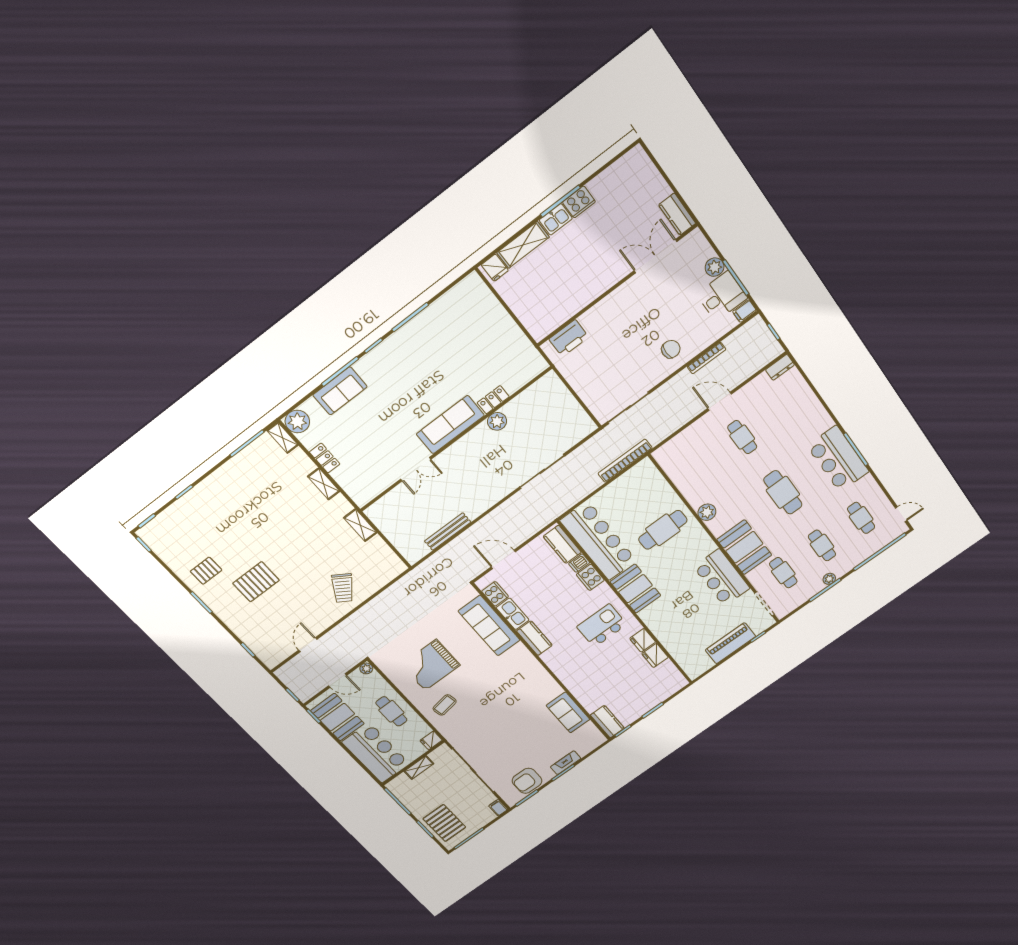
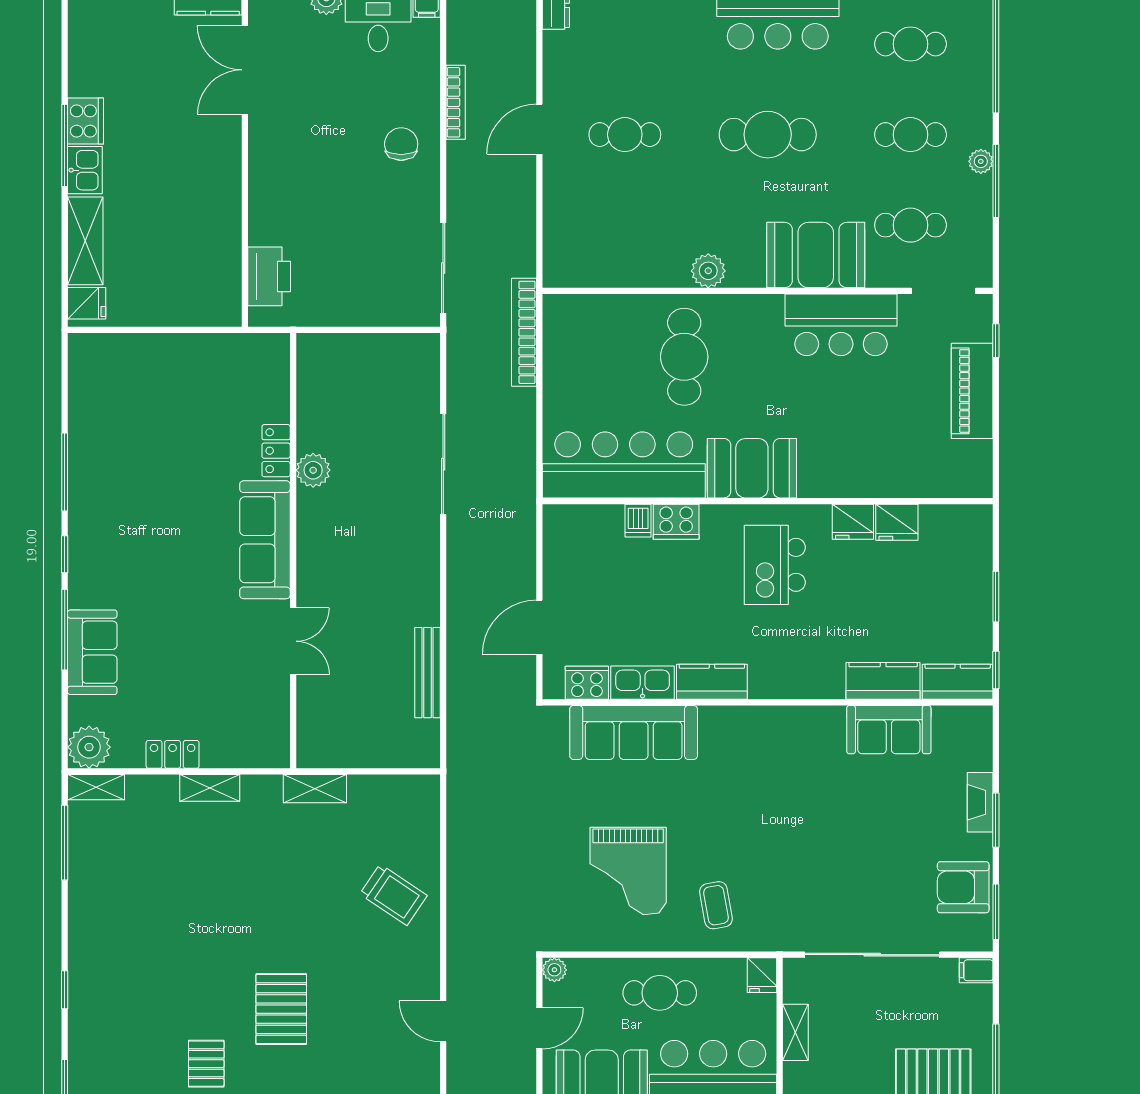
kitchen counter: (562, 544) -> (883, 681), moved, turned 180
armchair: (527, 781) -> (963, 887), turned 90

